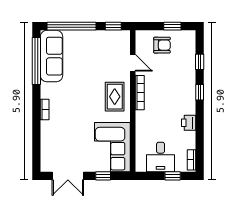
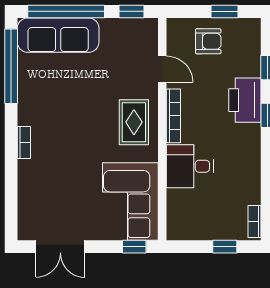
sofa: (52, 56) -> (58, 35), moved, turned 90
printer: (189, 123) -> (245, 100), moved, width x1.87, depth x1.48
desk: (161, 157) -> (190, 166), moved, turned 90
window: (103, 176) -> (134, 247), moved

